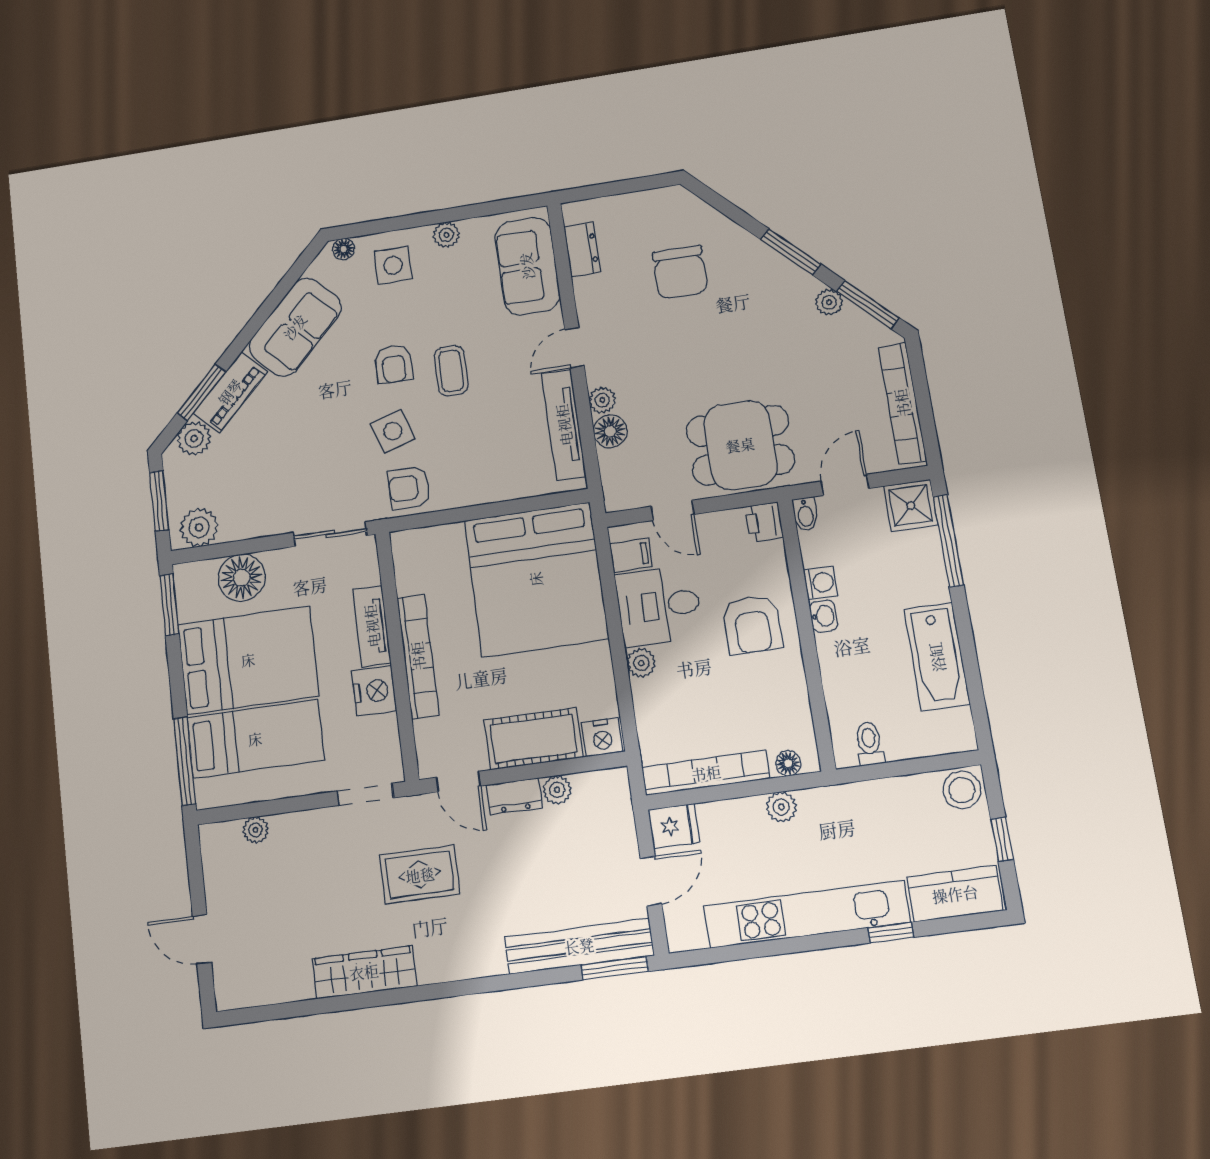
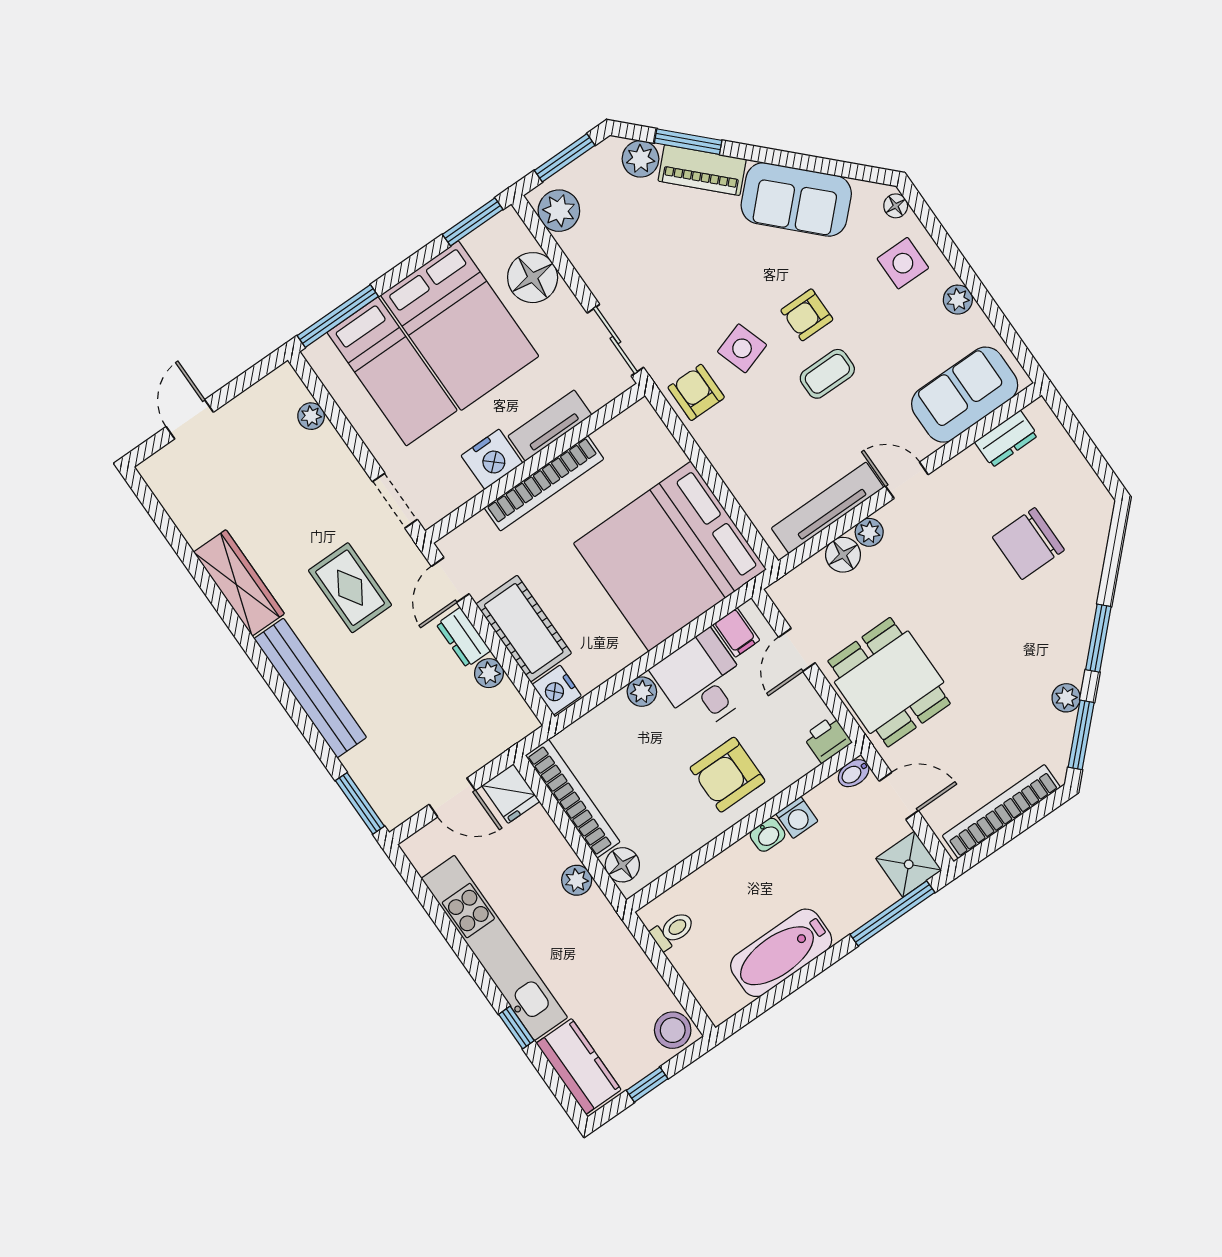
floor lamp: (788, 763) -> (622, 865), width x1.37, depth x1.37
bench: (579, 946) -> (310, 688), moved

